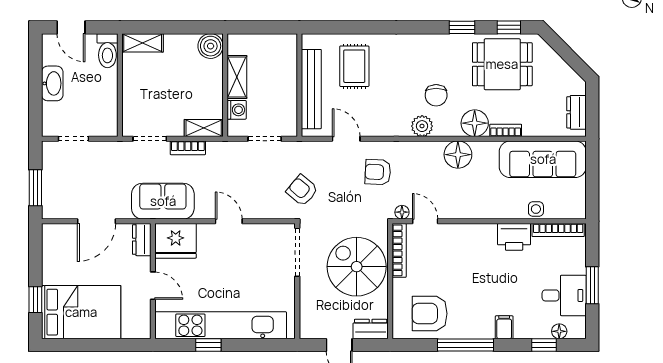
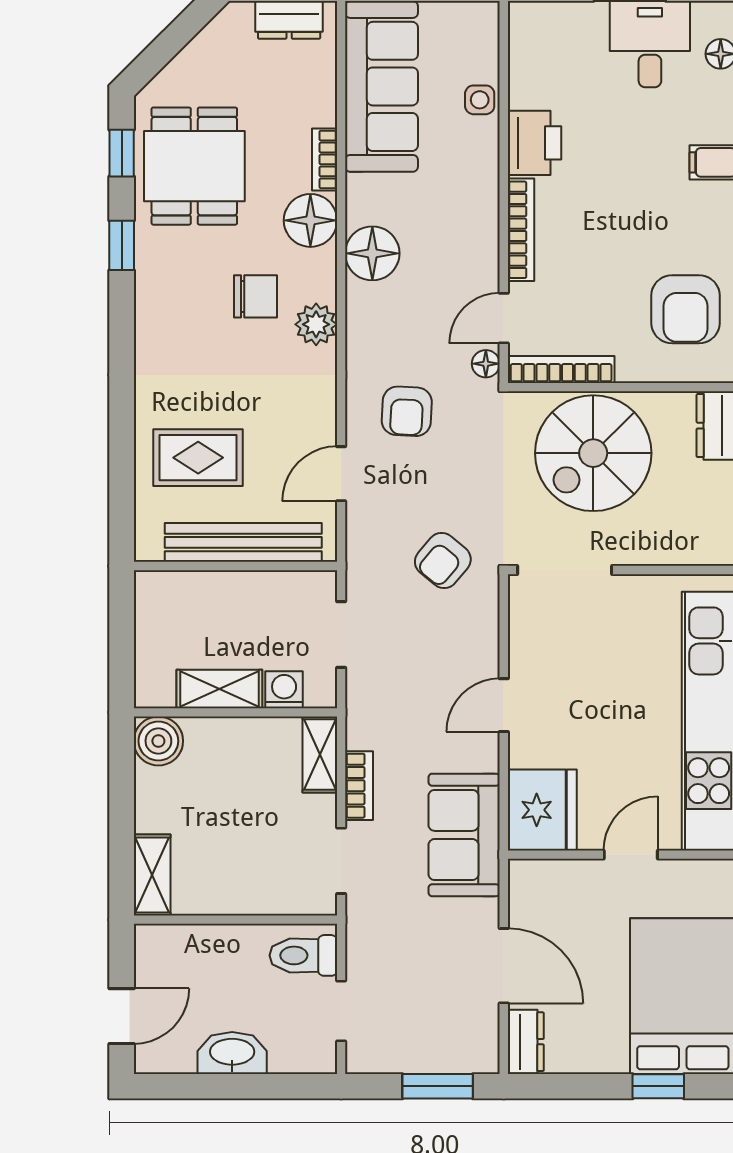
toilet: (107, 51) -> (303, 955), moved, turned 180
bookcase: (558, 230) -> (521, 230), moved
dresser: (142, 240) -> (526, 1042), moved, turned -90

